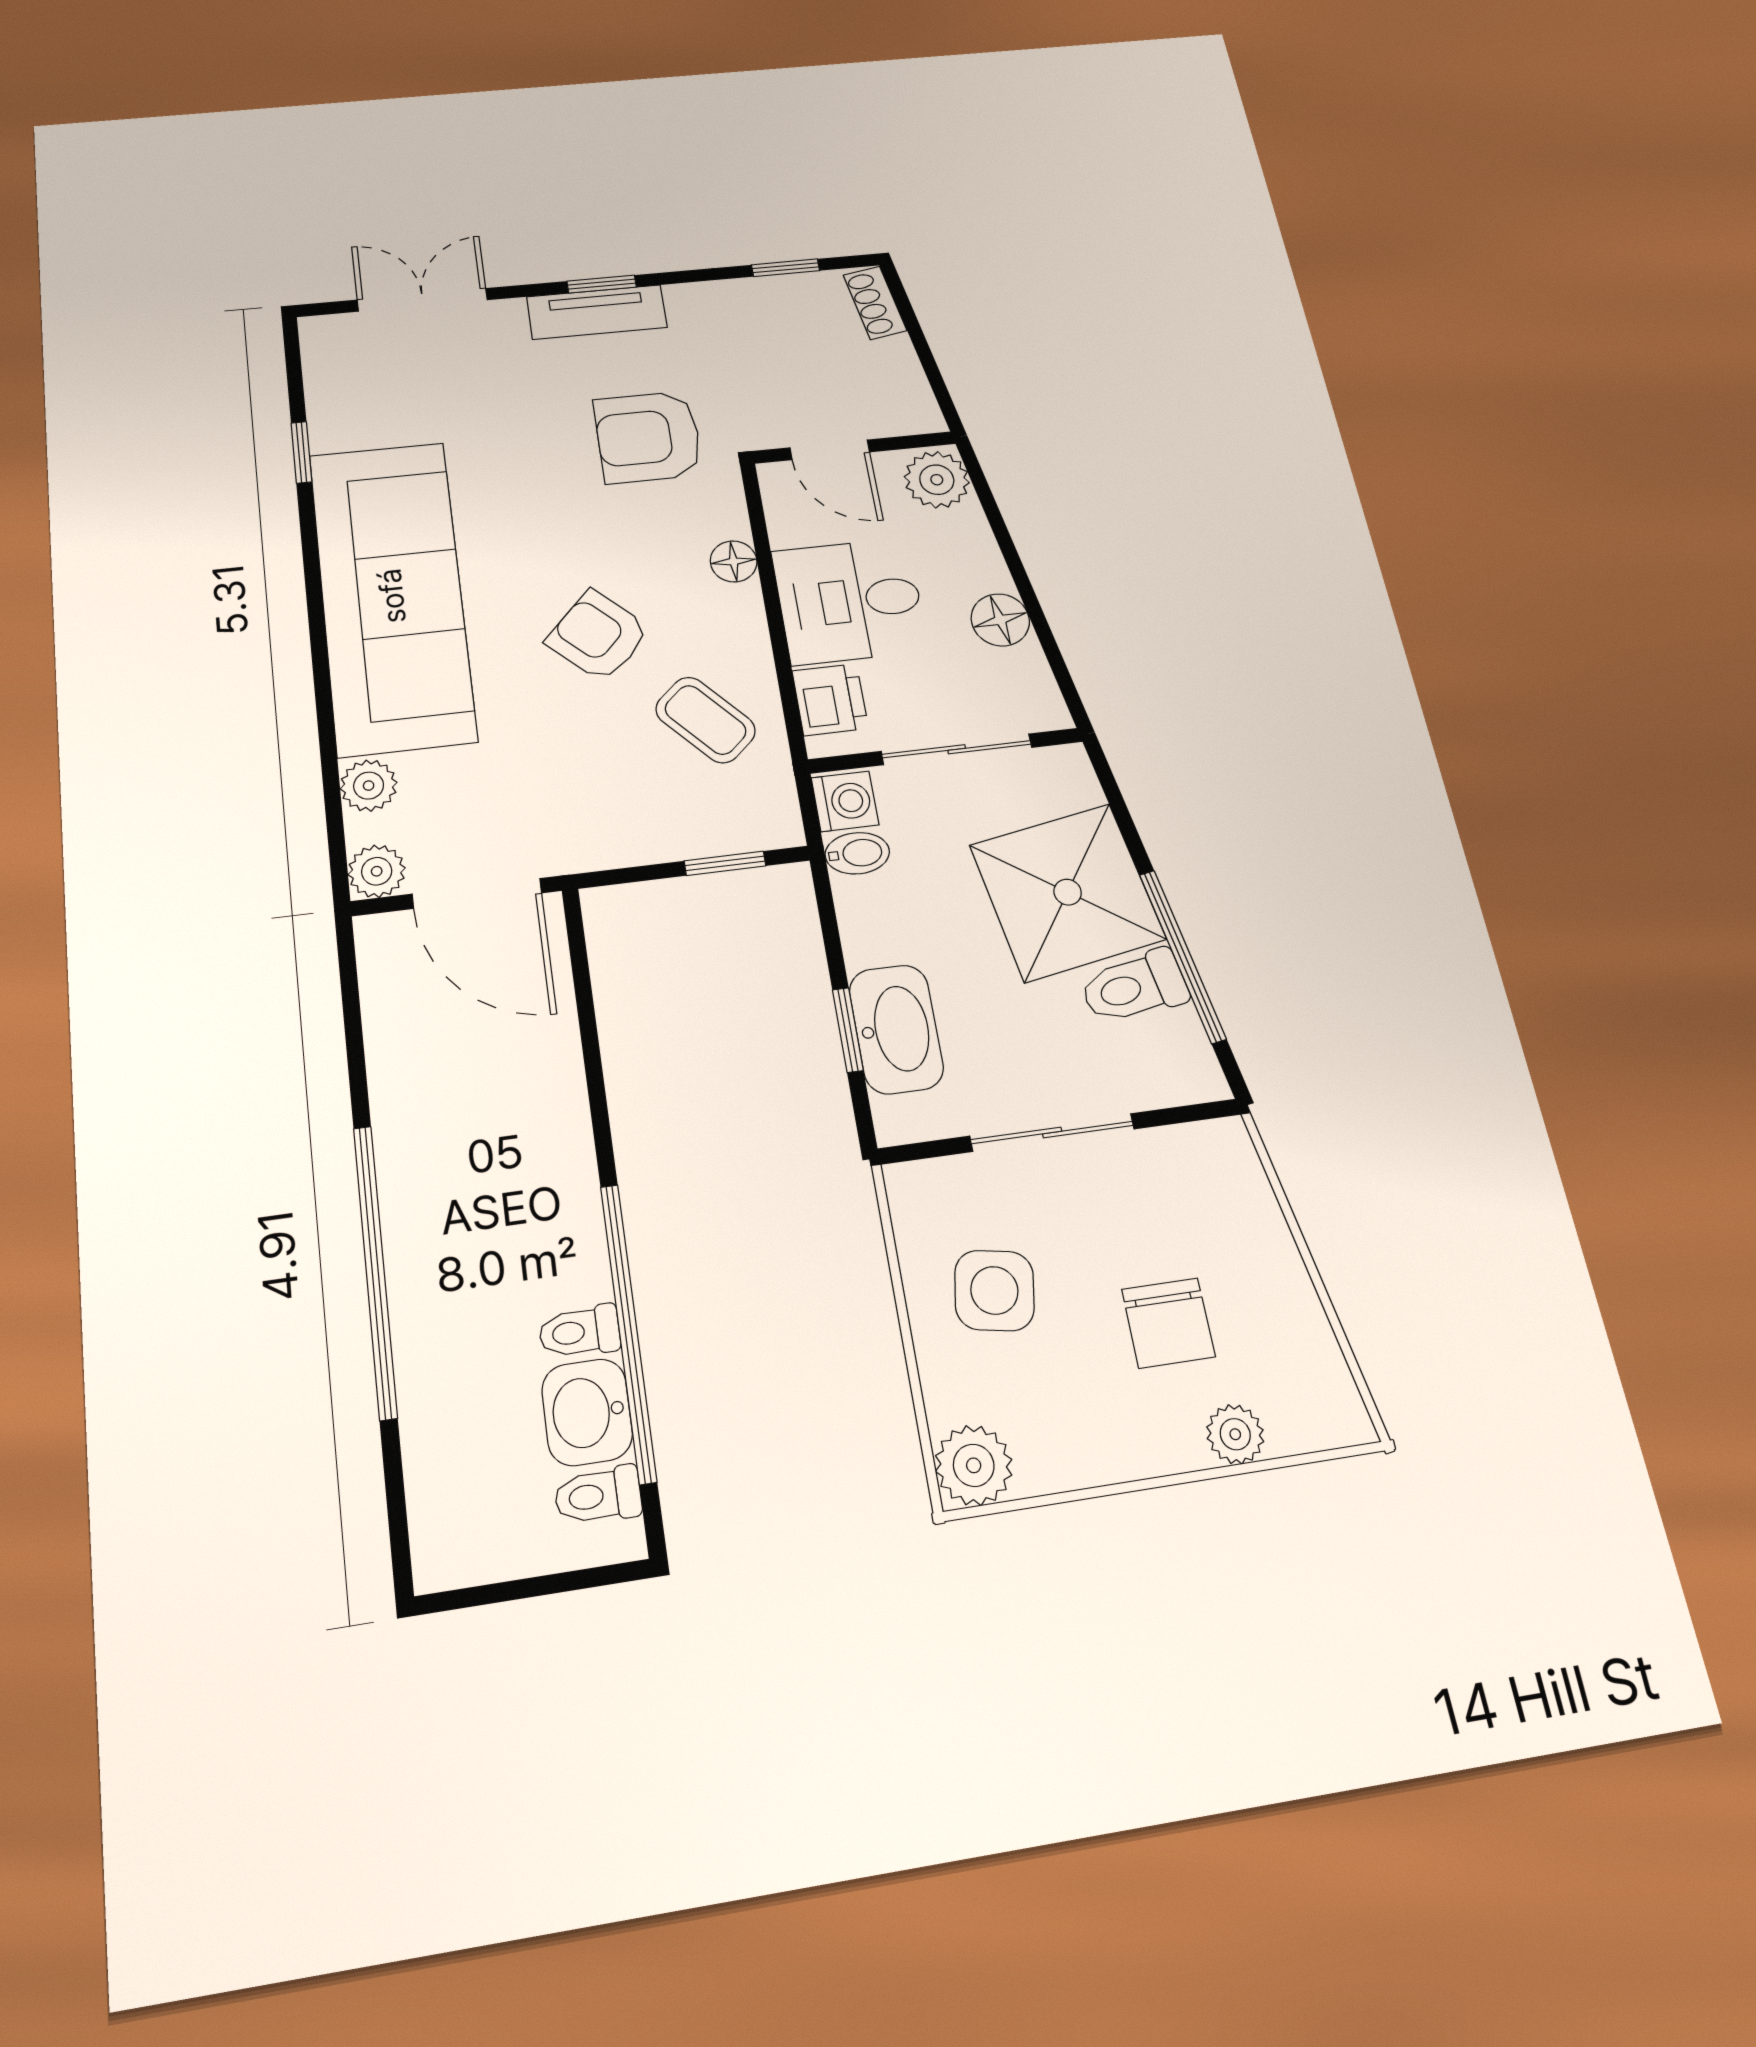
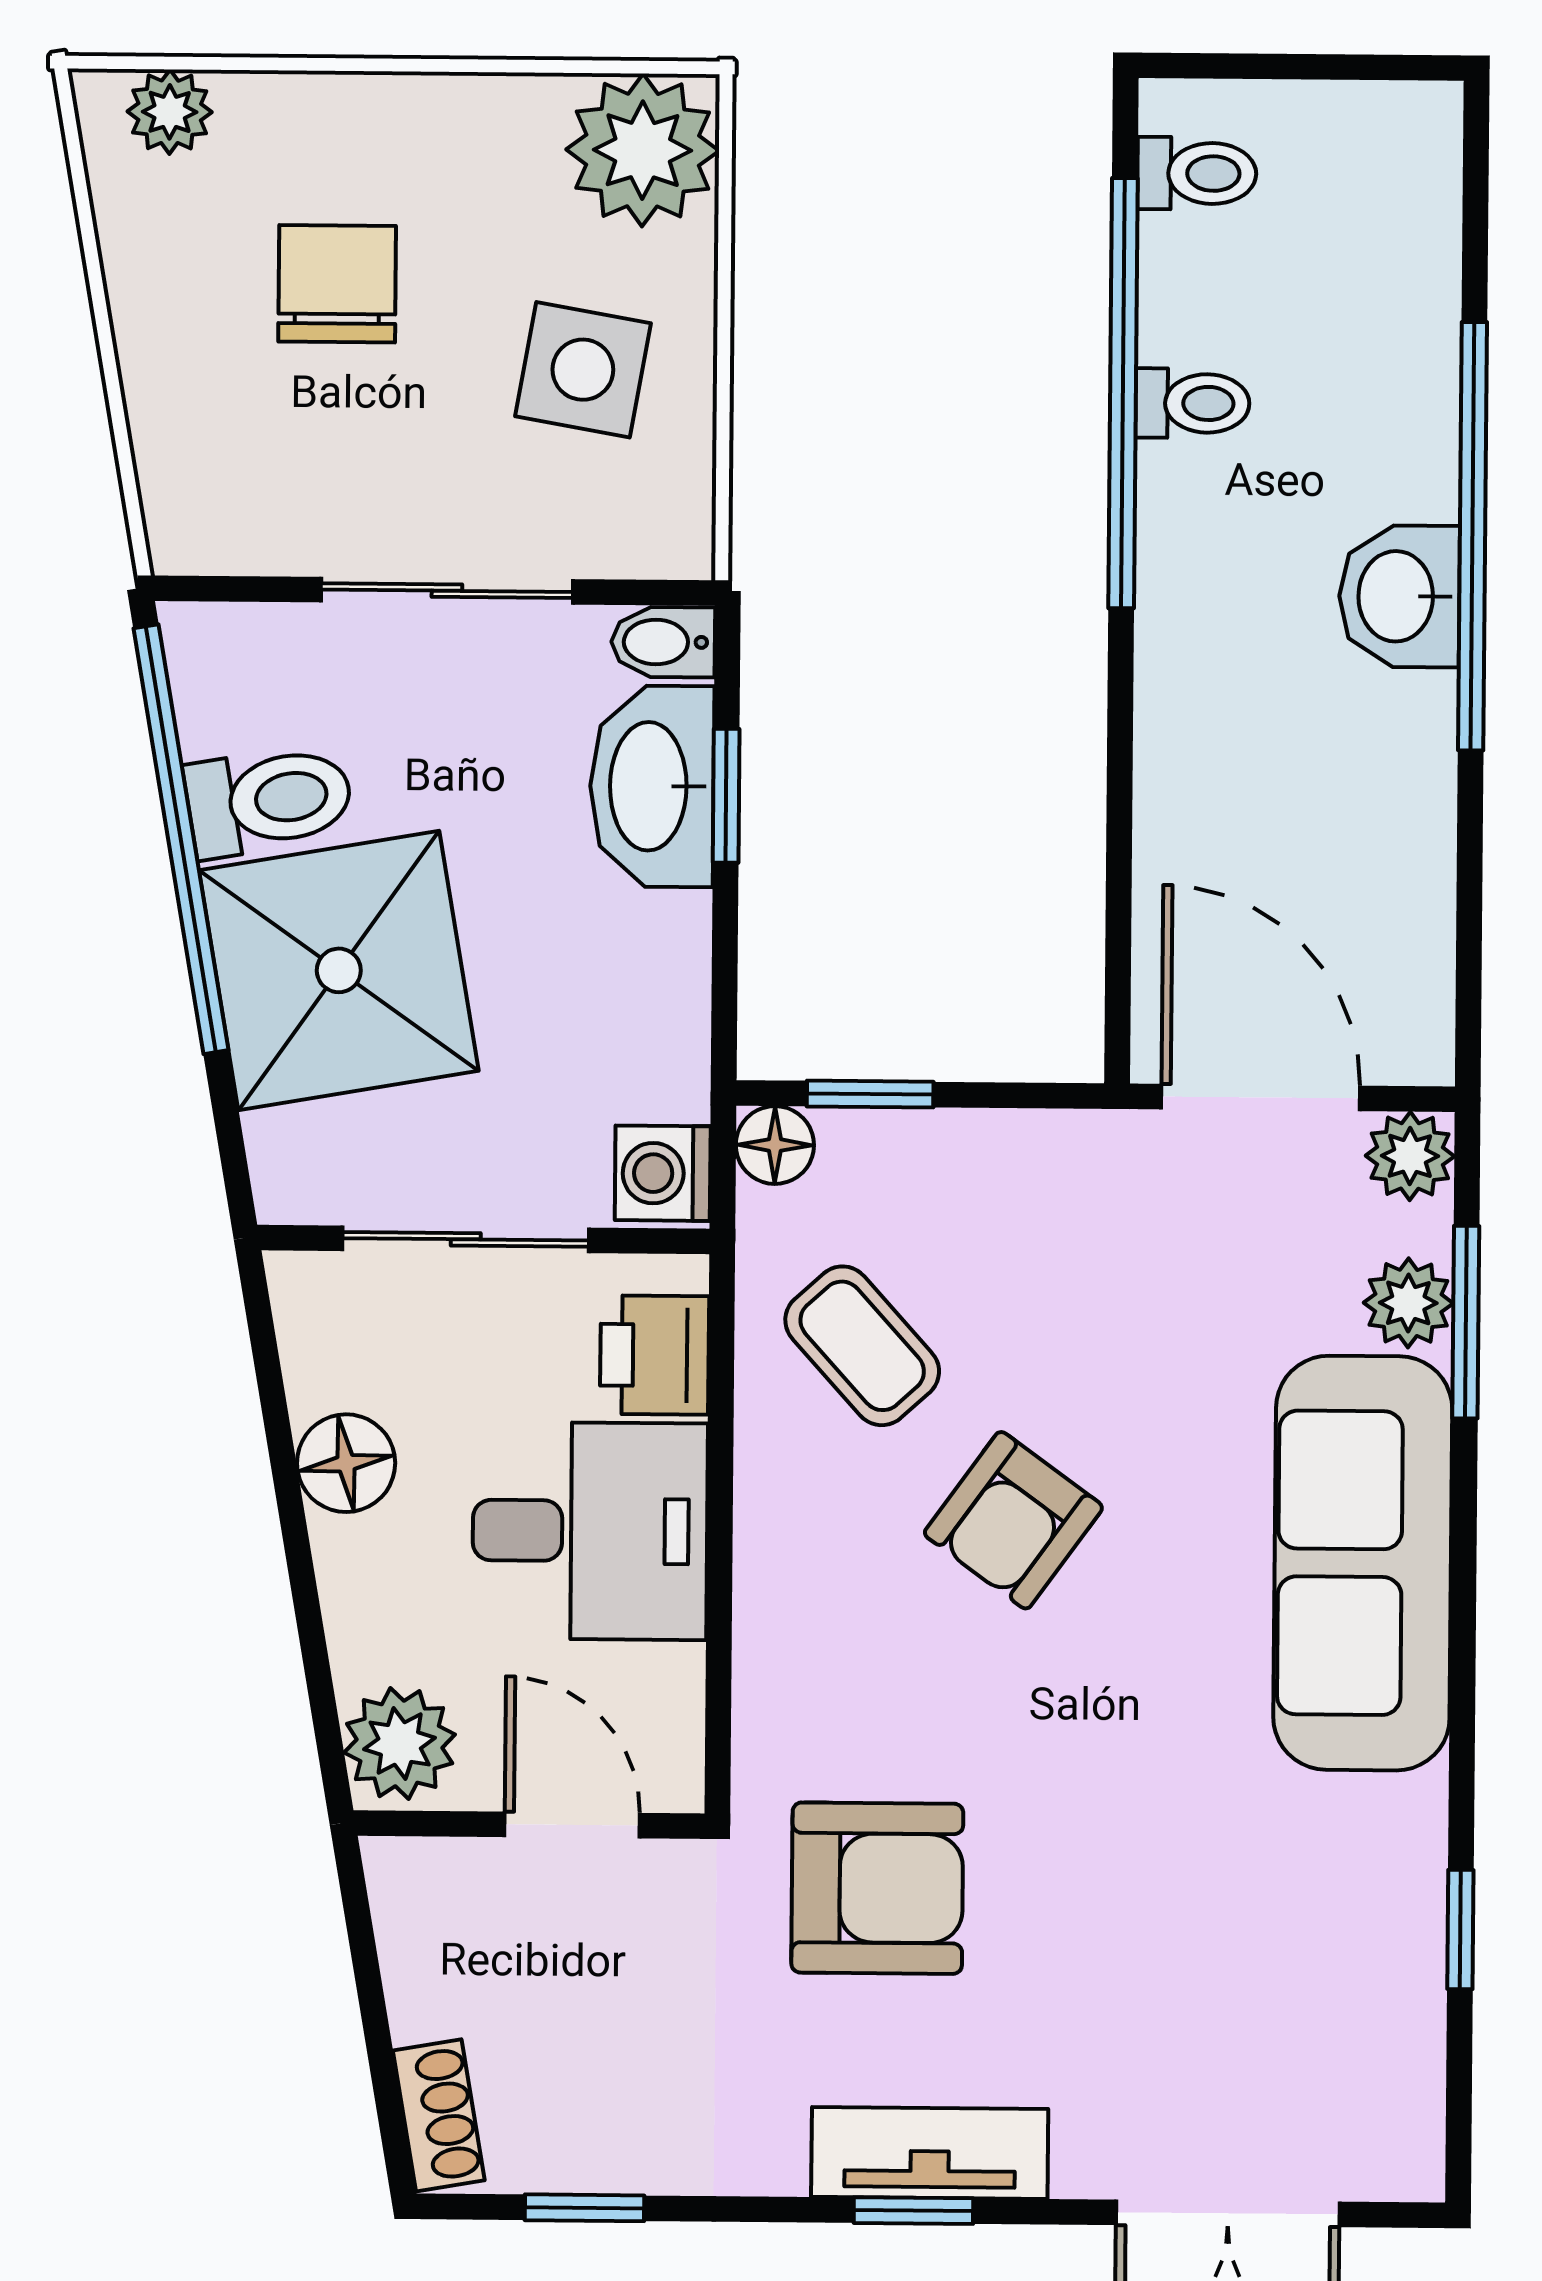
floor lamp: (734, 561) -> (775, 1145), moved
sofa: (392, 596) -> (1363, 1563), width x0.74, depth x0.79
armchair: (598, 636) -> (1013, 1520), turned 82
window: (331, 779) -> (1466, 1322), added
bidet: (857, 853) -> (663, 642), moved
window: (1182, 956) -> (181, 839), width x1.46
washbasin: (587, 1412) -> (1399, 596), moved, turned 180
plant: (1235, 1434) -> (170, 112), moved
plant: (974, 1465) -> (643, 150), width x1.36, depth x1.36

